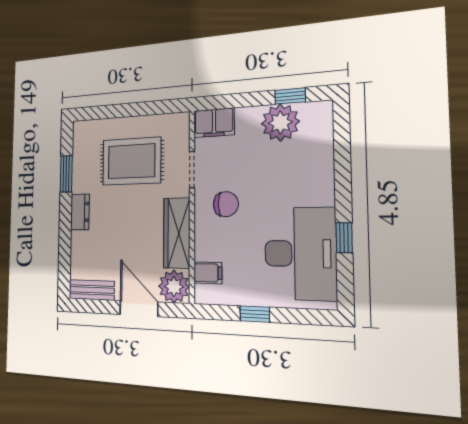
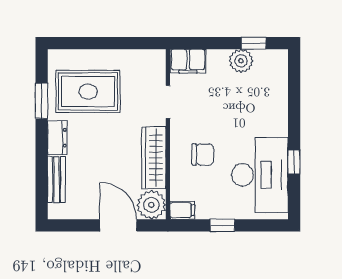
plant: (280, 123) -> (241, 61), width x0.73, depth x0.73
rug: (132, 161) -> (88, 91), moved
chair: (226, 204) -> (203, 155), moved
filing cabinet: (208, 273) -> (182, 210), moved
bench: (91, 290) -> (56, 179), moved, turned 90

